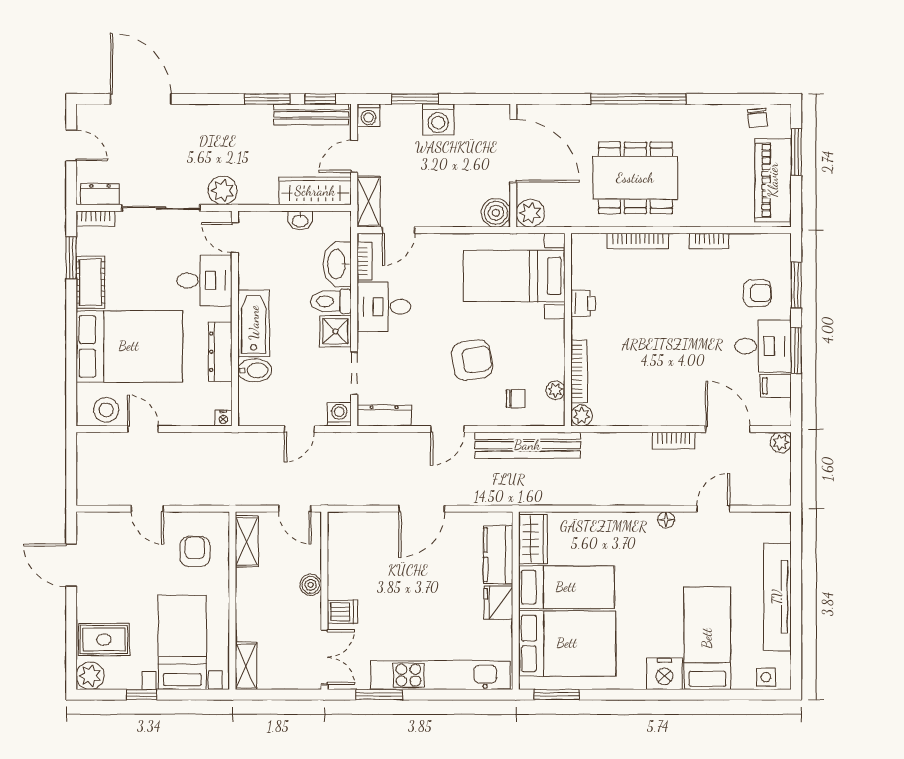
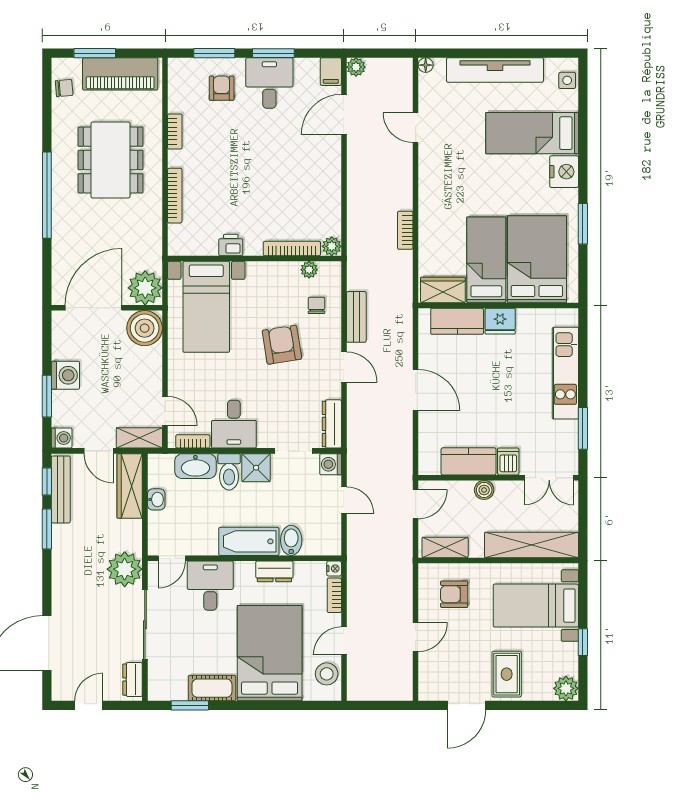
dining table: (635, 178) -> (111, 160), moved
plant: (223, 190) -> (125, 569), width x1.36, depth x1.36
boiler: (496, 213) -> (145, 328), width x1.37, depth x1.37
plant: (530, 213) -> (145, 288), width x1.36, depth x1.36
bookcase: (96, 219) -> (334, 595), moved, turned 180
dresser: (220, 352) -> (274, 571), width x0.70
filing cabinet: (776, 386) -> (331, 72), moved
bookcase: (674, 441) -> (405, 230), moved, turned 180
bench: (527, 445) -> (356, 317), width x0.54, depth x0.82
floor lamp: (666, 520) -> (426, 65), moved
kitchen counter: (342, 568) -> (469, 461), added
rug: (104, 639) -> (507, 674), moved
double door: (324, 657) -> (549, 478), swing flipped
shelving: (246, 666) -> (531, 545), width x2.20, depth x1.33
kitchen unit: (441, 675) -> (565, 373), width x0.73
window: (557, 695) -> (583, 224), moved

